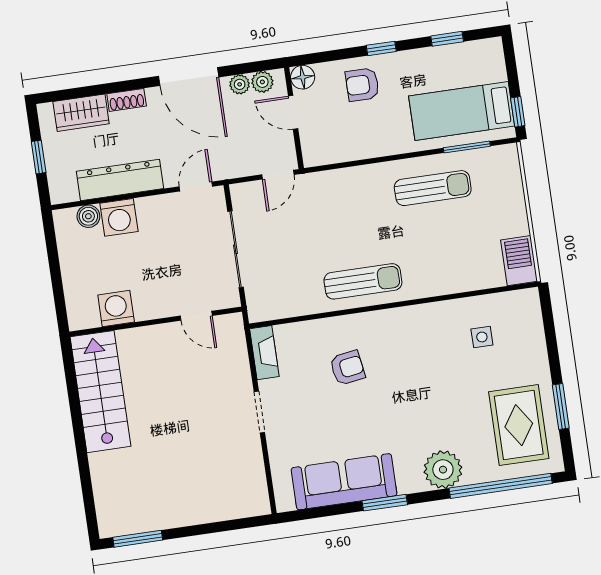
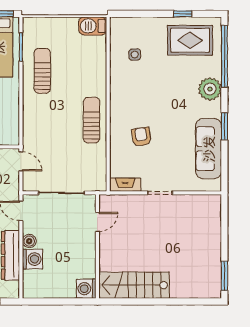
boiler: (88, 216) -> (29, 241), moved
washing machine: (116, 309) -> (86, 289), moved
window: (561, 407) -> (183, 14), width x0.67

